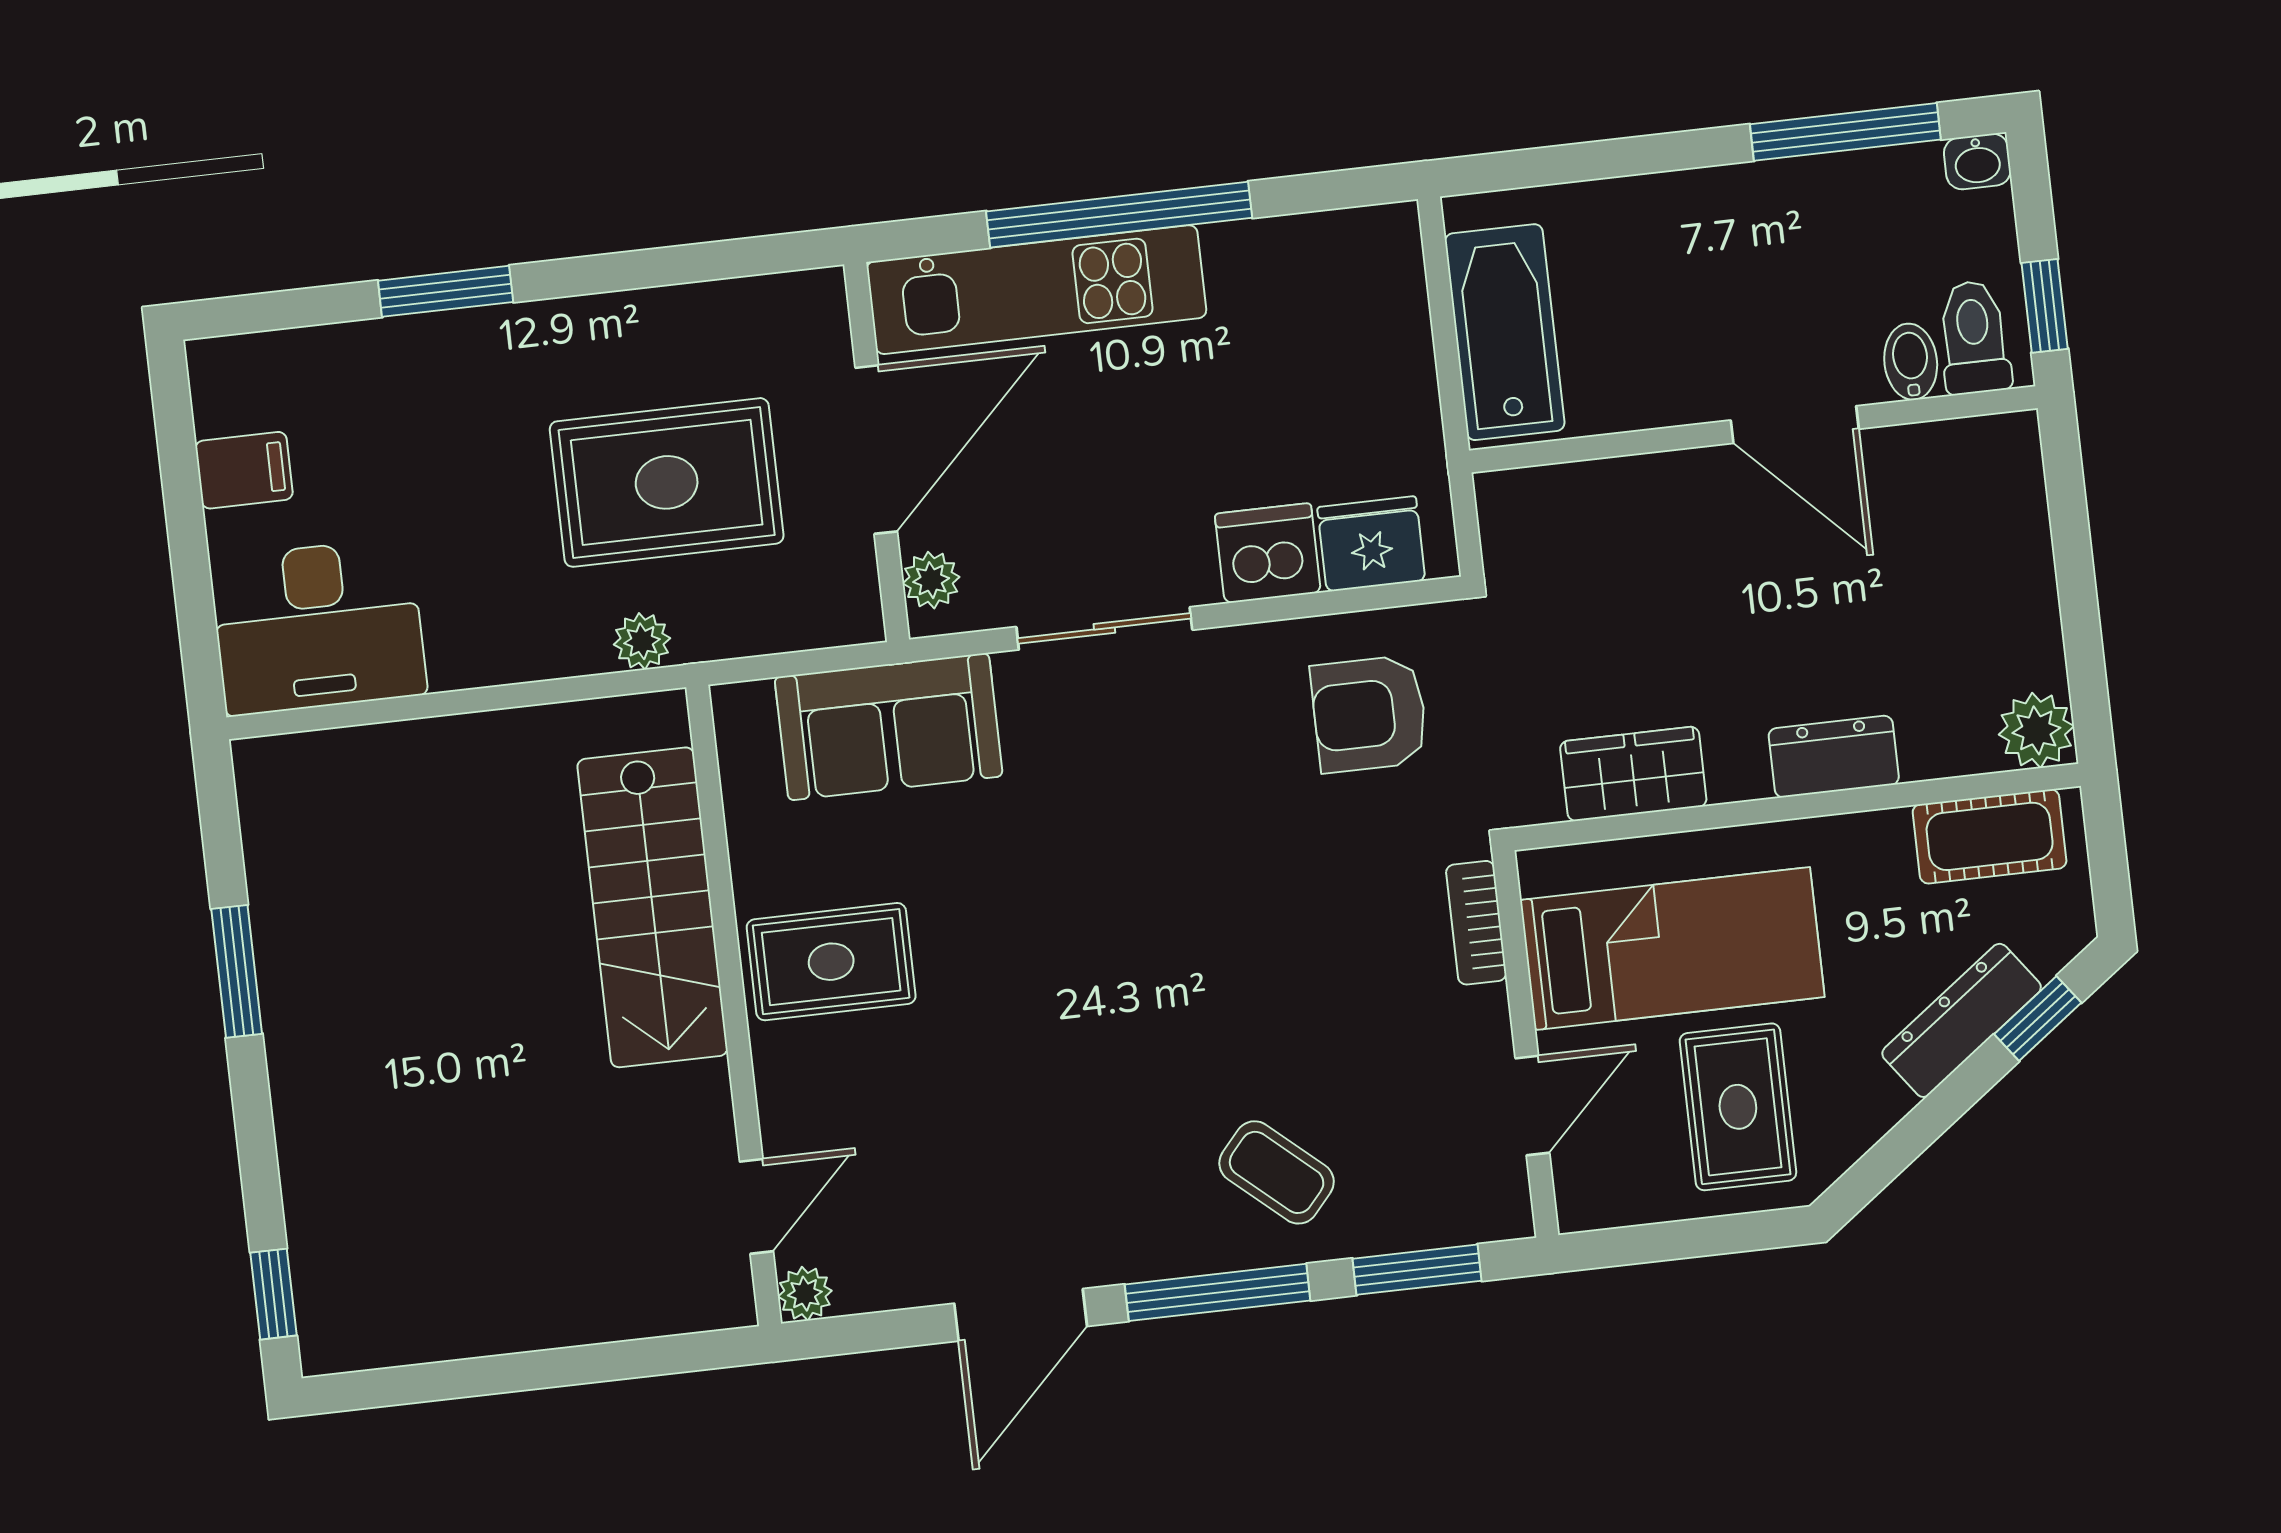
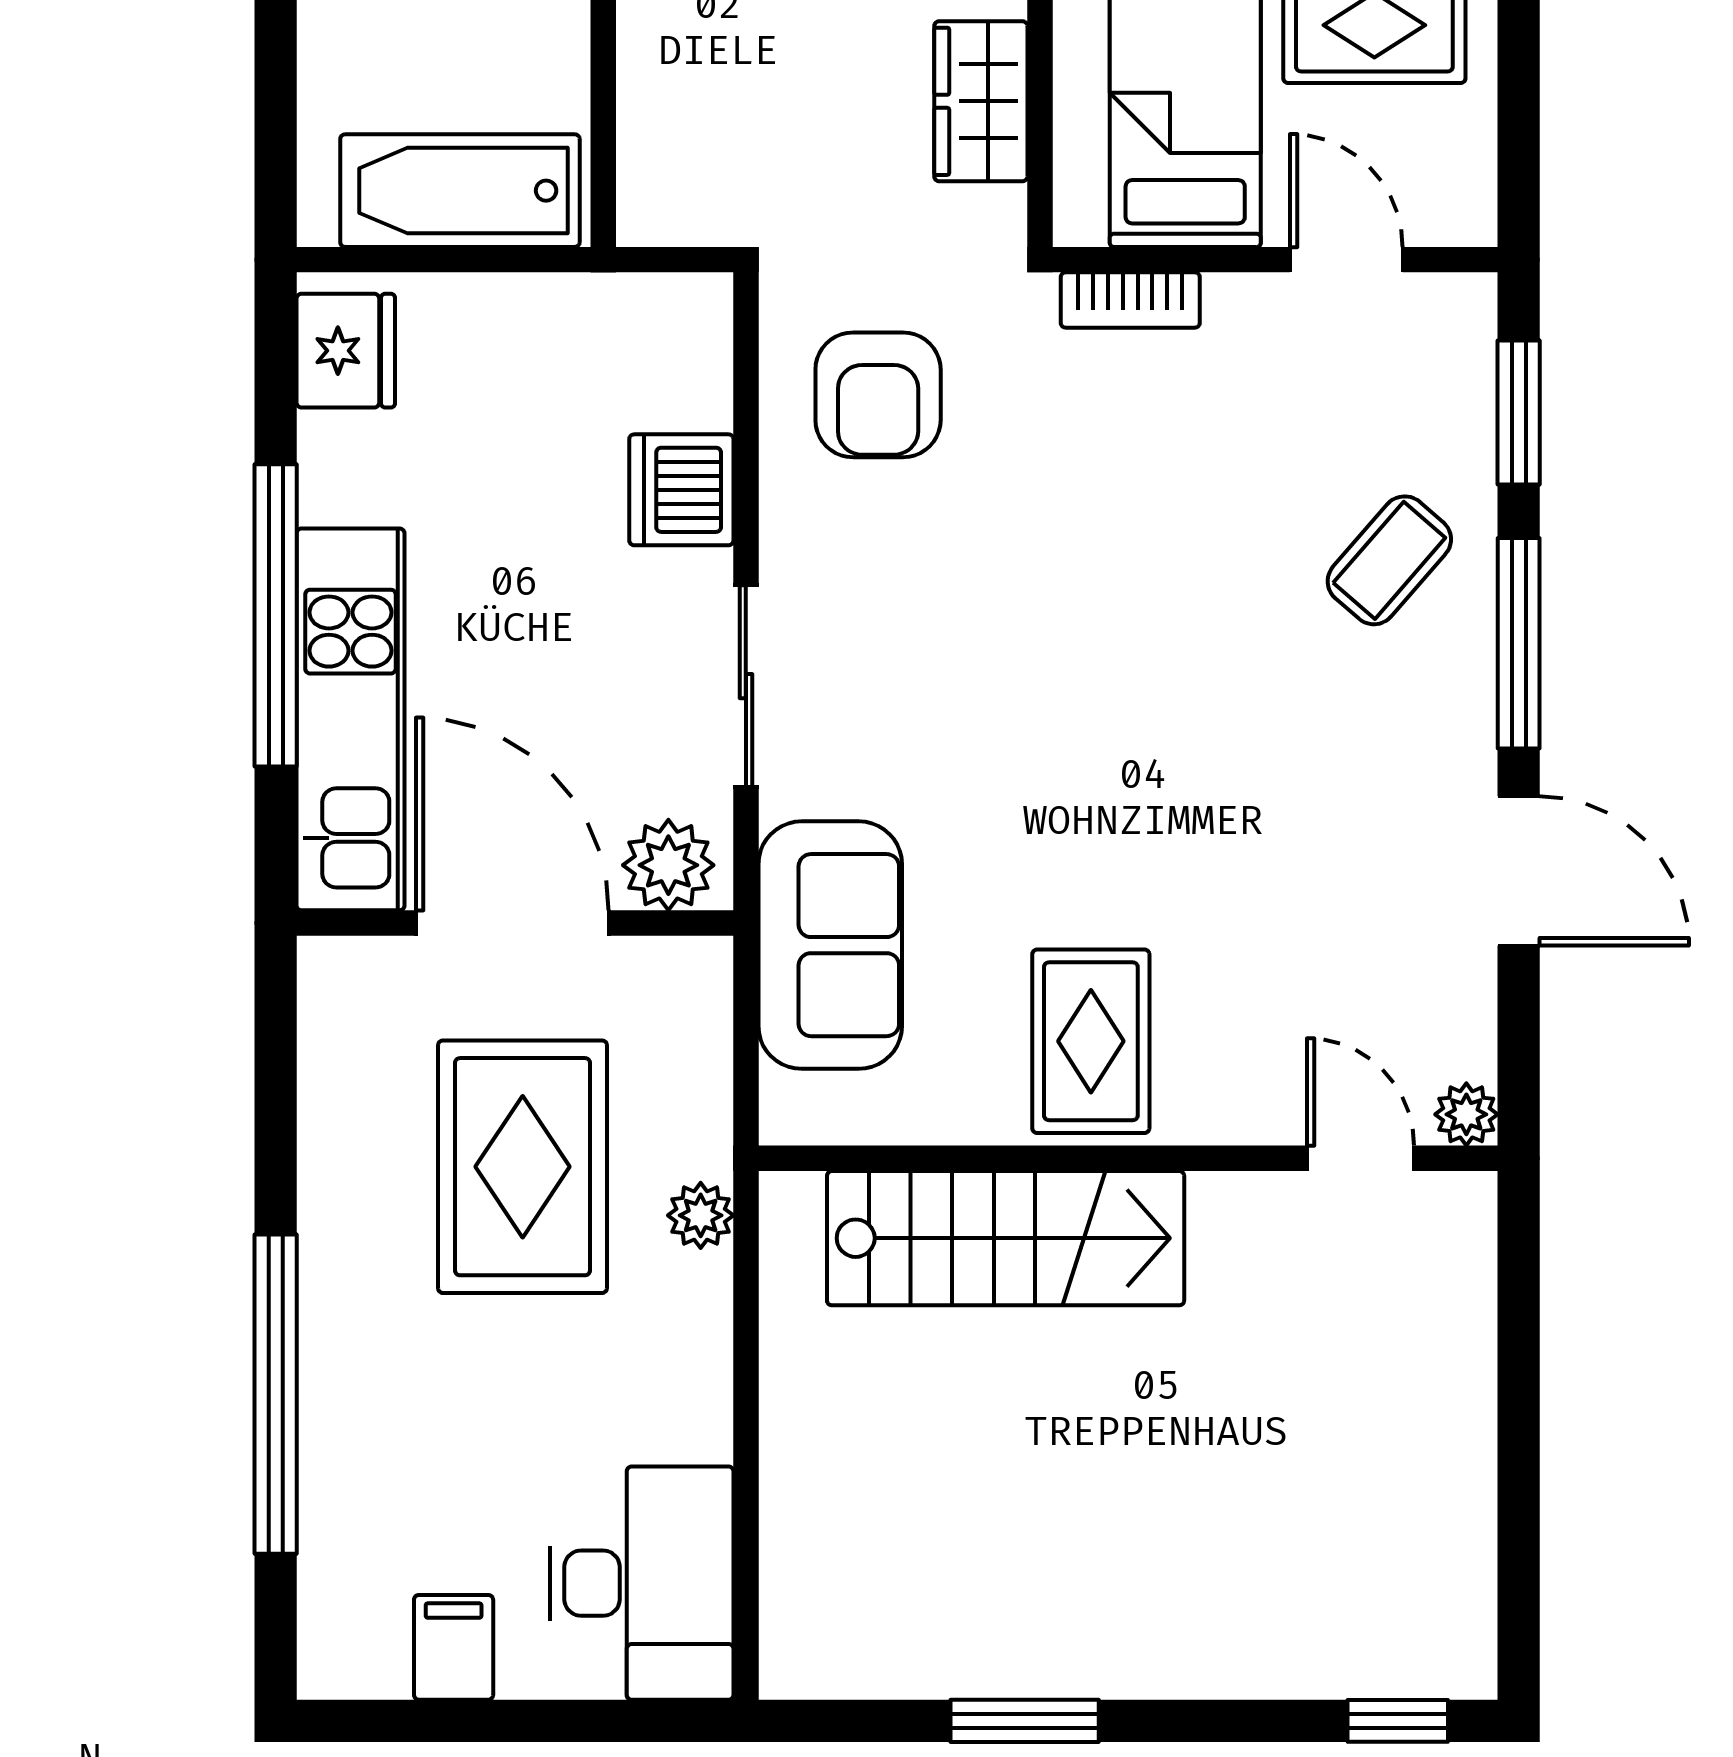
window: (446, 291) -> (276, 1394), width x2.11
fridge: (1371, 544) -> (346, 351), moved, turned 180
plant: (931, 580) -> (668, 865), width x1.38, depth x1.38

